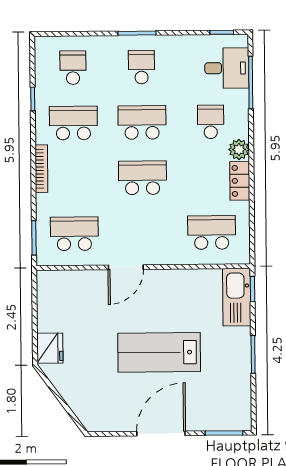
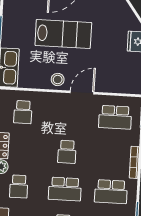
school desk: (142, 178) -> (67, 152), width x0.54
school desk: (212, 232) -> (23, 112), width x0.54
stool: (163, 284) -> (58, 80), added

